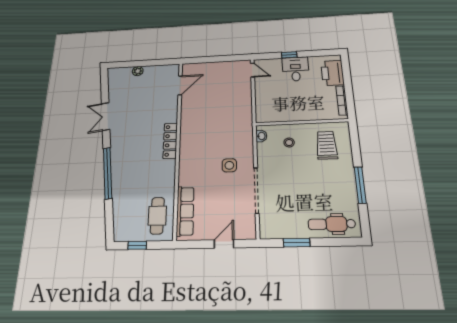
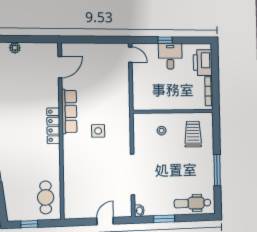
washbasin: (261, 136) -> (139, 211), moved
side table: (229, 165) -> (98, 131), moved
row of seats: (185, 211) -> (69, 111), moved

